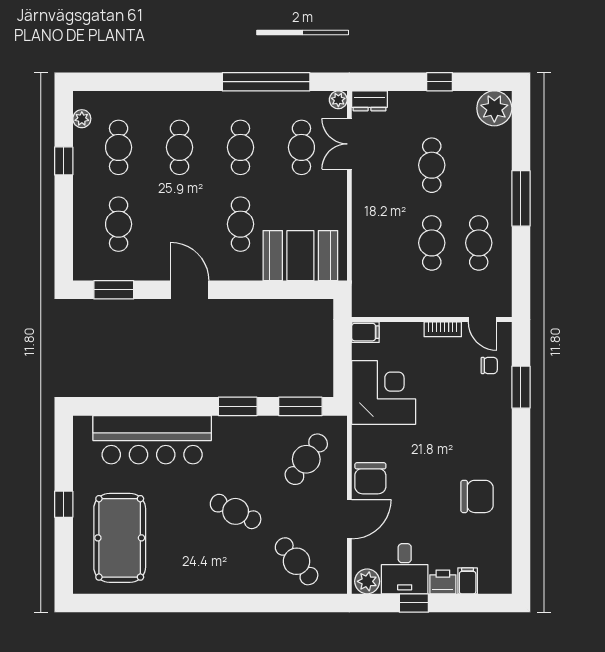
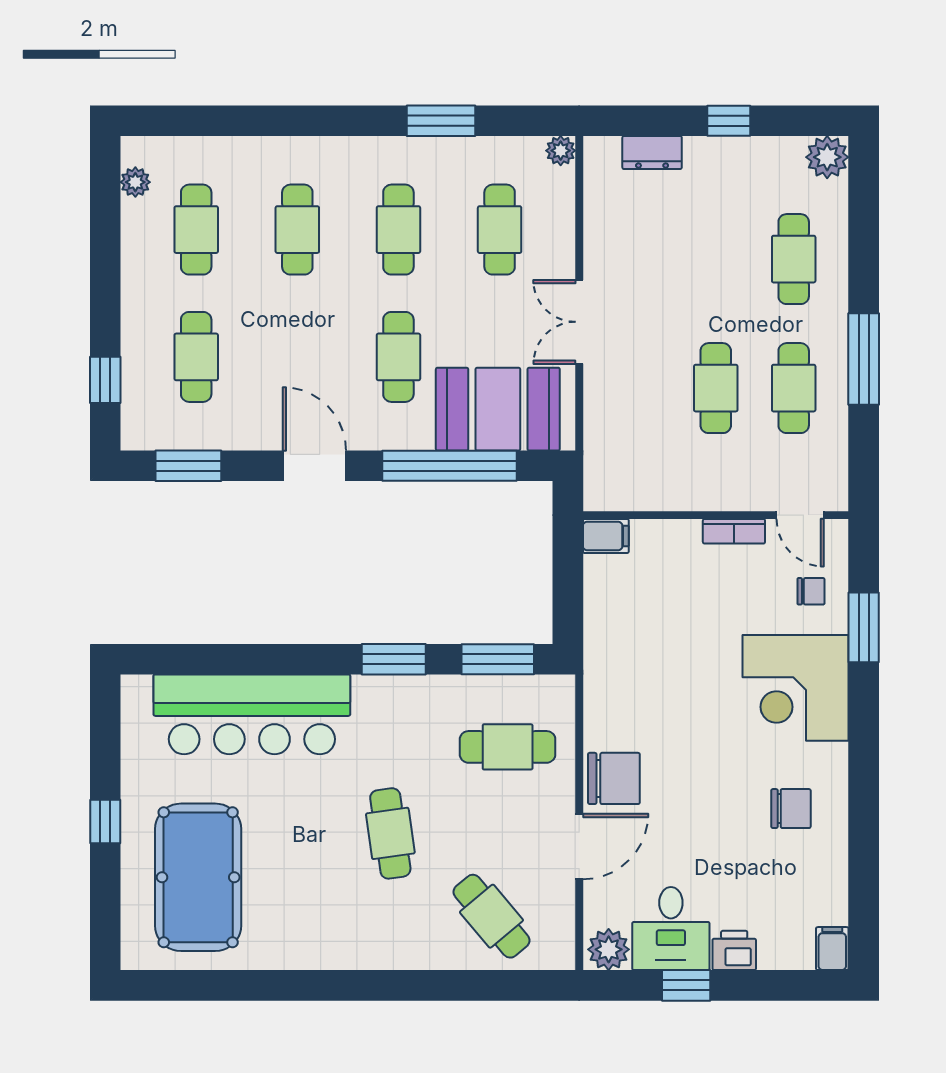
window: (266, 82) -> (441, 121), width x0.47
dresser: (370, 101) -> (652, 153), moved
plant: (494, 108) -> (827, 157), width x0.73, depth x0.73
double door: (349, 144) -> (579, 322), moved
window: (64, 161) -> (105, 380), moved
cafe table: (432, 165) -> (794, 259), moved
window: (521, 198) -> (864, 359), moved
window: (271, 290) -> (449, 466), added
corner desk: (384, 392) -> (796, 688), moved, turned 180
cafe table: (306, 459) -> (508, 747), turned 54
chair: (370, 478) -> (614, 778), turned -90
chair: (477, 496) -> (791, 809), width x0.73, depth x0.73
cafe table: (236, 511) -> (390, 833), turned 56
filing cabinet: (468, 581) -> (832, 949), moved

